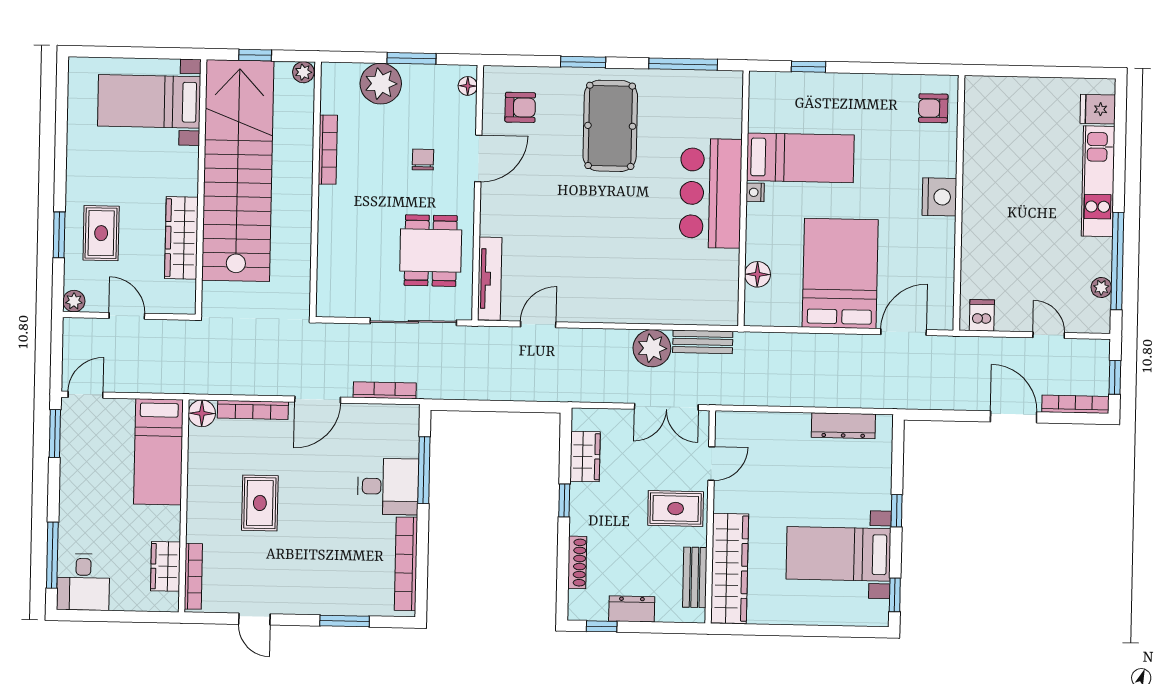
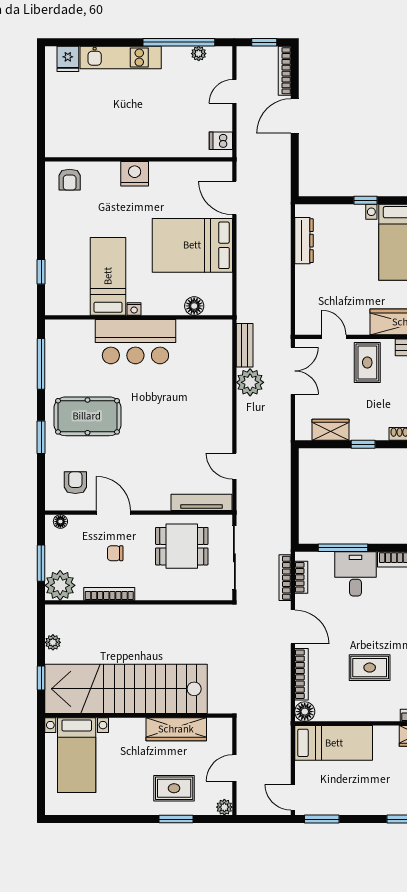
bookcase: (328, 150) -> (109, 594), moved
wall: (315, 189) -> (139, 602), moved
bookcase: (385, 412) -> (301, 577), added

